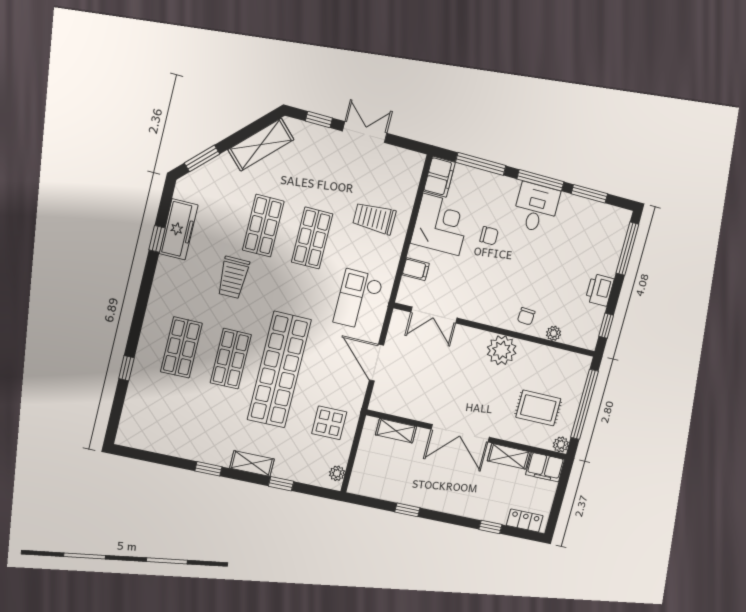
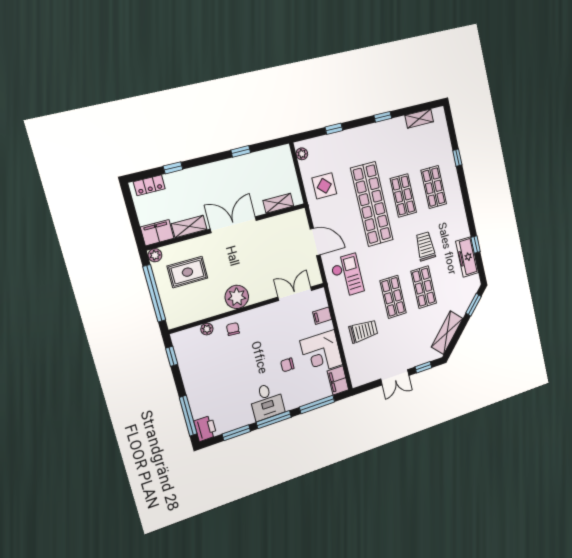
printer: (600, 290) -> (205, 428), moved
shelving: (252, 464) -> (419, 119), moved

